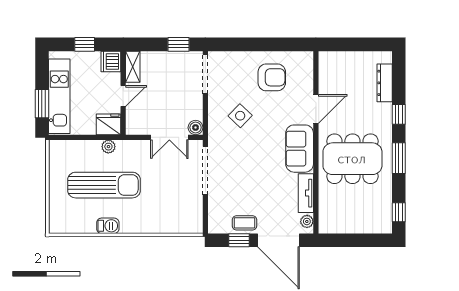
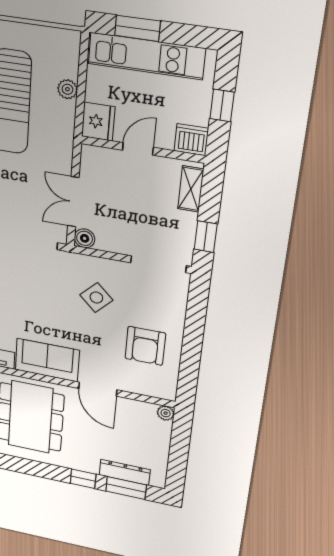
plant: (325, 57) -> (166, 413), added
shelving: (133, 67) -> (191, 189), moved, turned 90
door: (123, 96) -> (138, 149), swing flipped
plant: (108, 147) -> (67, 89), moved
window: (399, 158) -> (126, 488), moved

